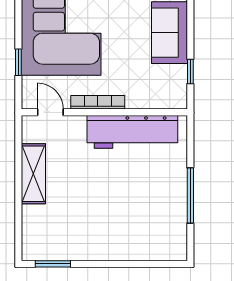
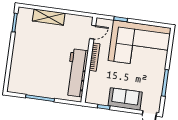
shelving: (33, 174) -> (49, 17), moved

